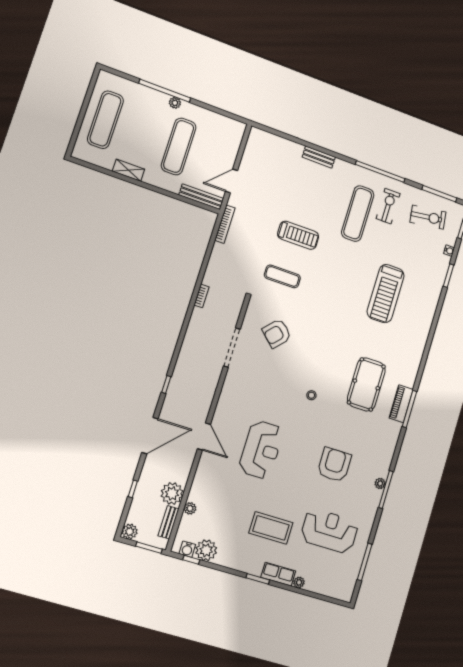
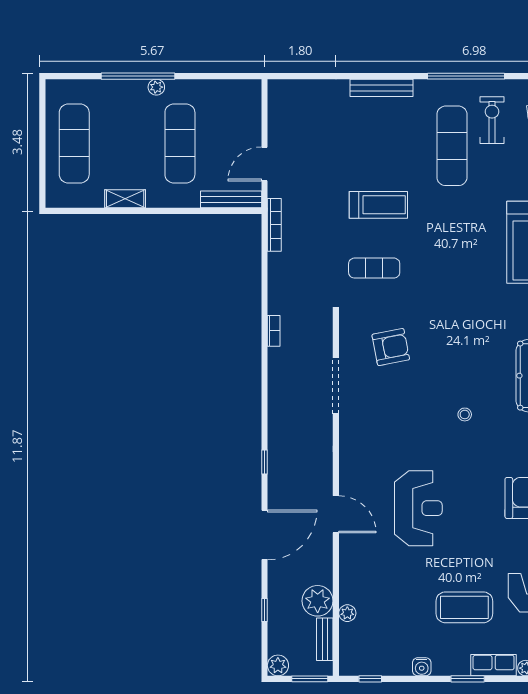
bench: (319, 157) -> (381, 88), width x1.36
armchair: (277, 333) -> (391, 347), turned -144
water cooler: (187, 549) -> (422, 667), moved
plant: (206, 550) -> (386, 661), removed

